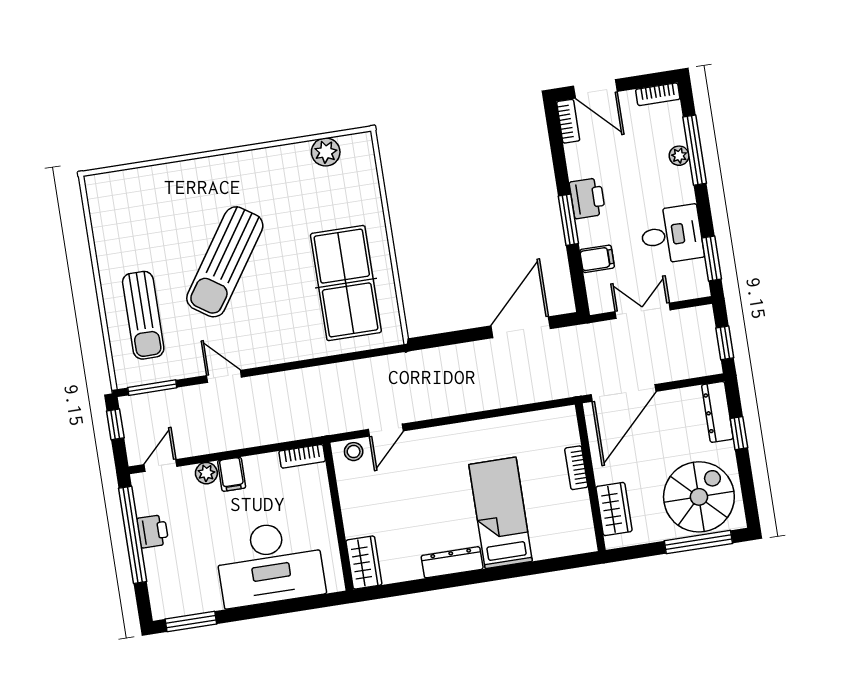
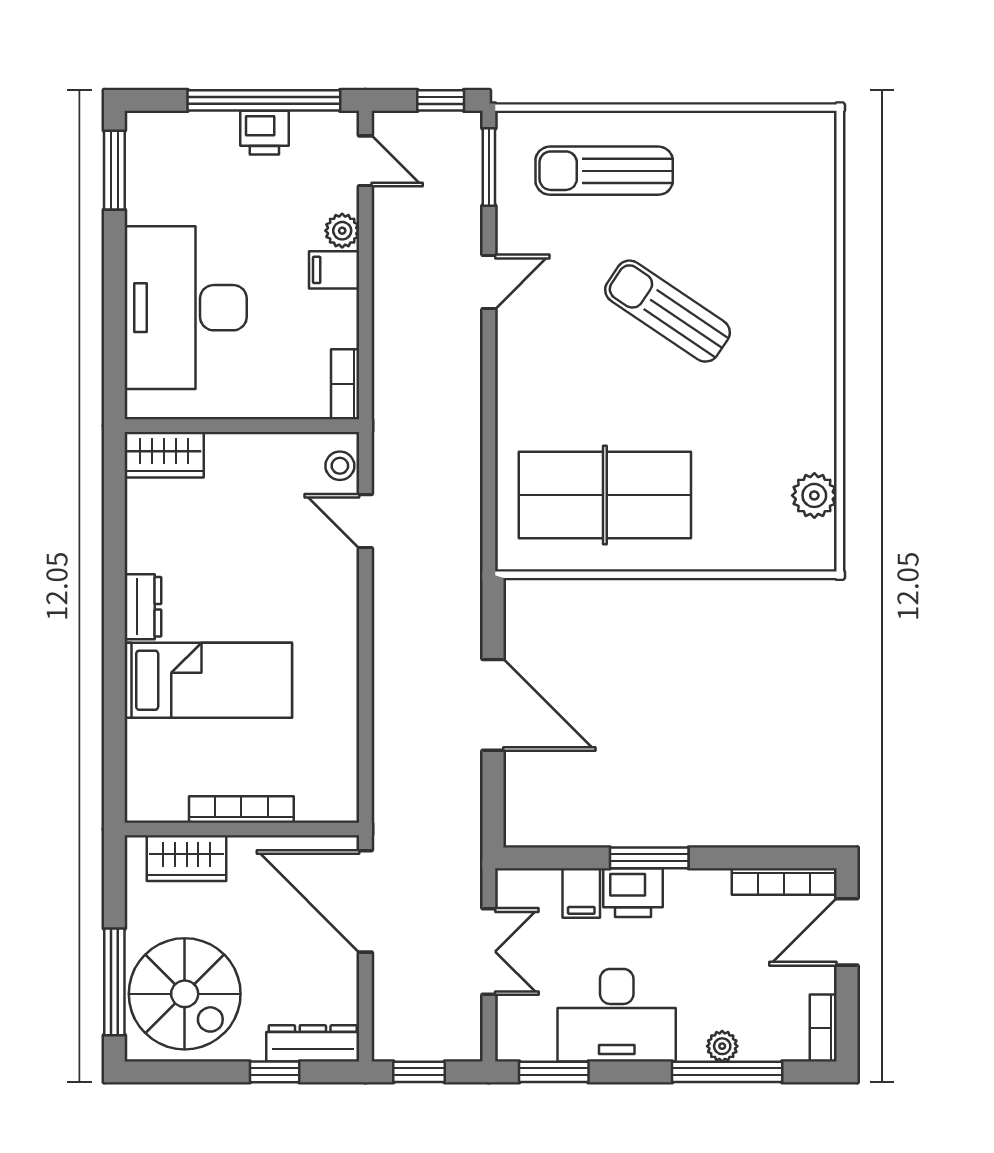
bookcase: (568, 121) -> (784, 882), width x1.56
printer: (587, 198) -> (633, 893), moved
desk: (672, 235) -> (617, 1015), width x1.37
sun lounger: (225, 262) -> (668, 311), width x0.73, depth x0.75
door: (521, 327) -> (493, 705), moved
bookcase: (576, 468) -> (241, 809), width x1.56
dresser: (452, 562) -> (143, 607), width x0.70

